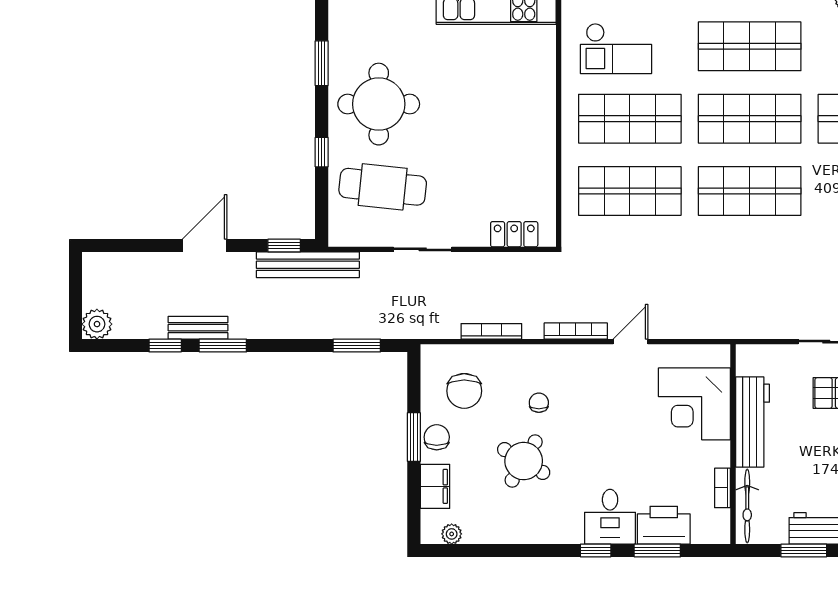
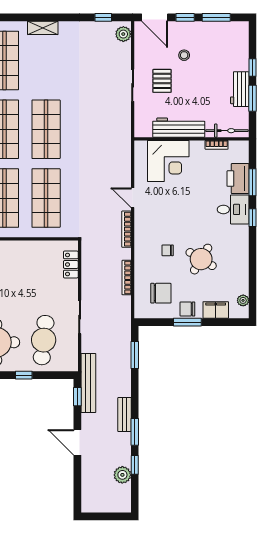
plant: (97, 324) -> (122, 475), moved
bench: (198, 328) -> (125, 415), moved

